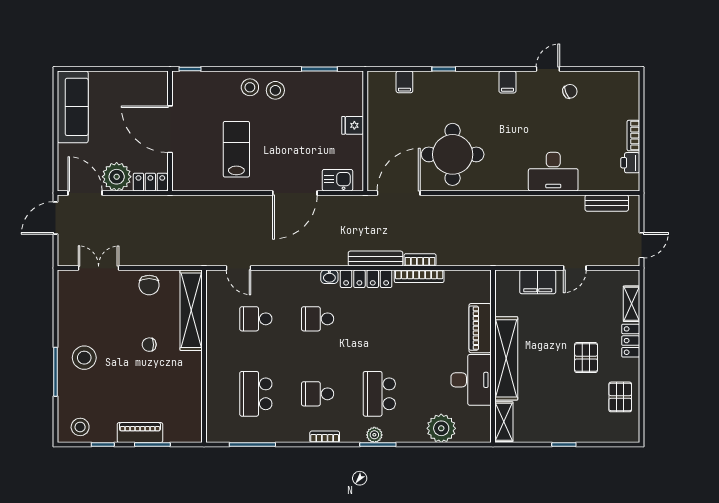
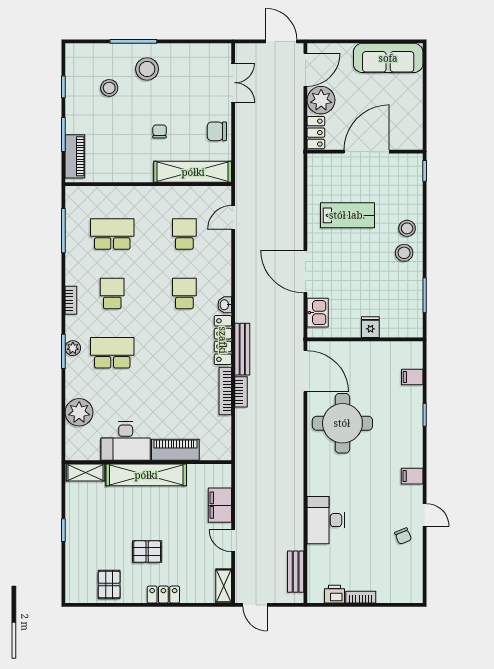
shelving: (631, 304) -> (224, 586), moved, turned 90
pallet: (620, 397) -> (109, 584), turned 90
stool: (80, 427) -> (109, 88), moved
piano: (140, 433) -> (75, 156), moved

